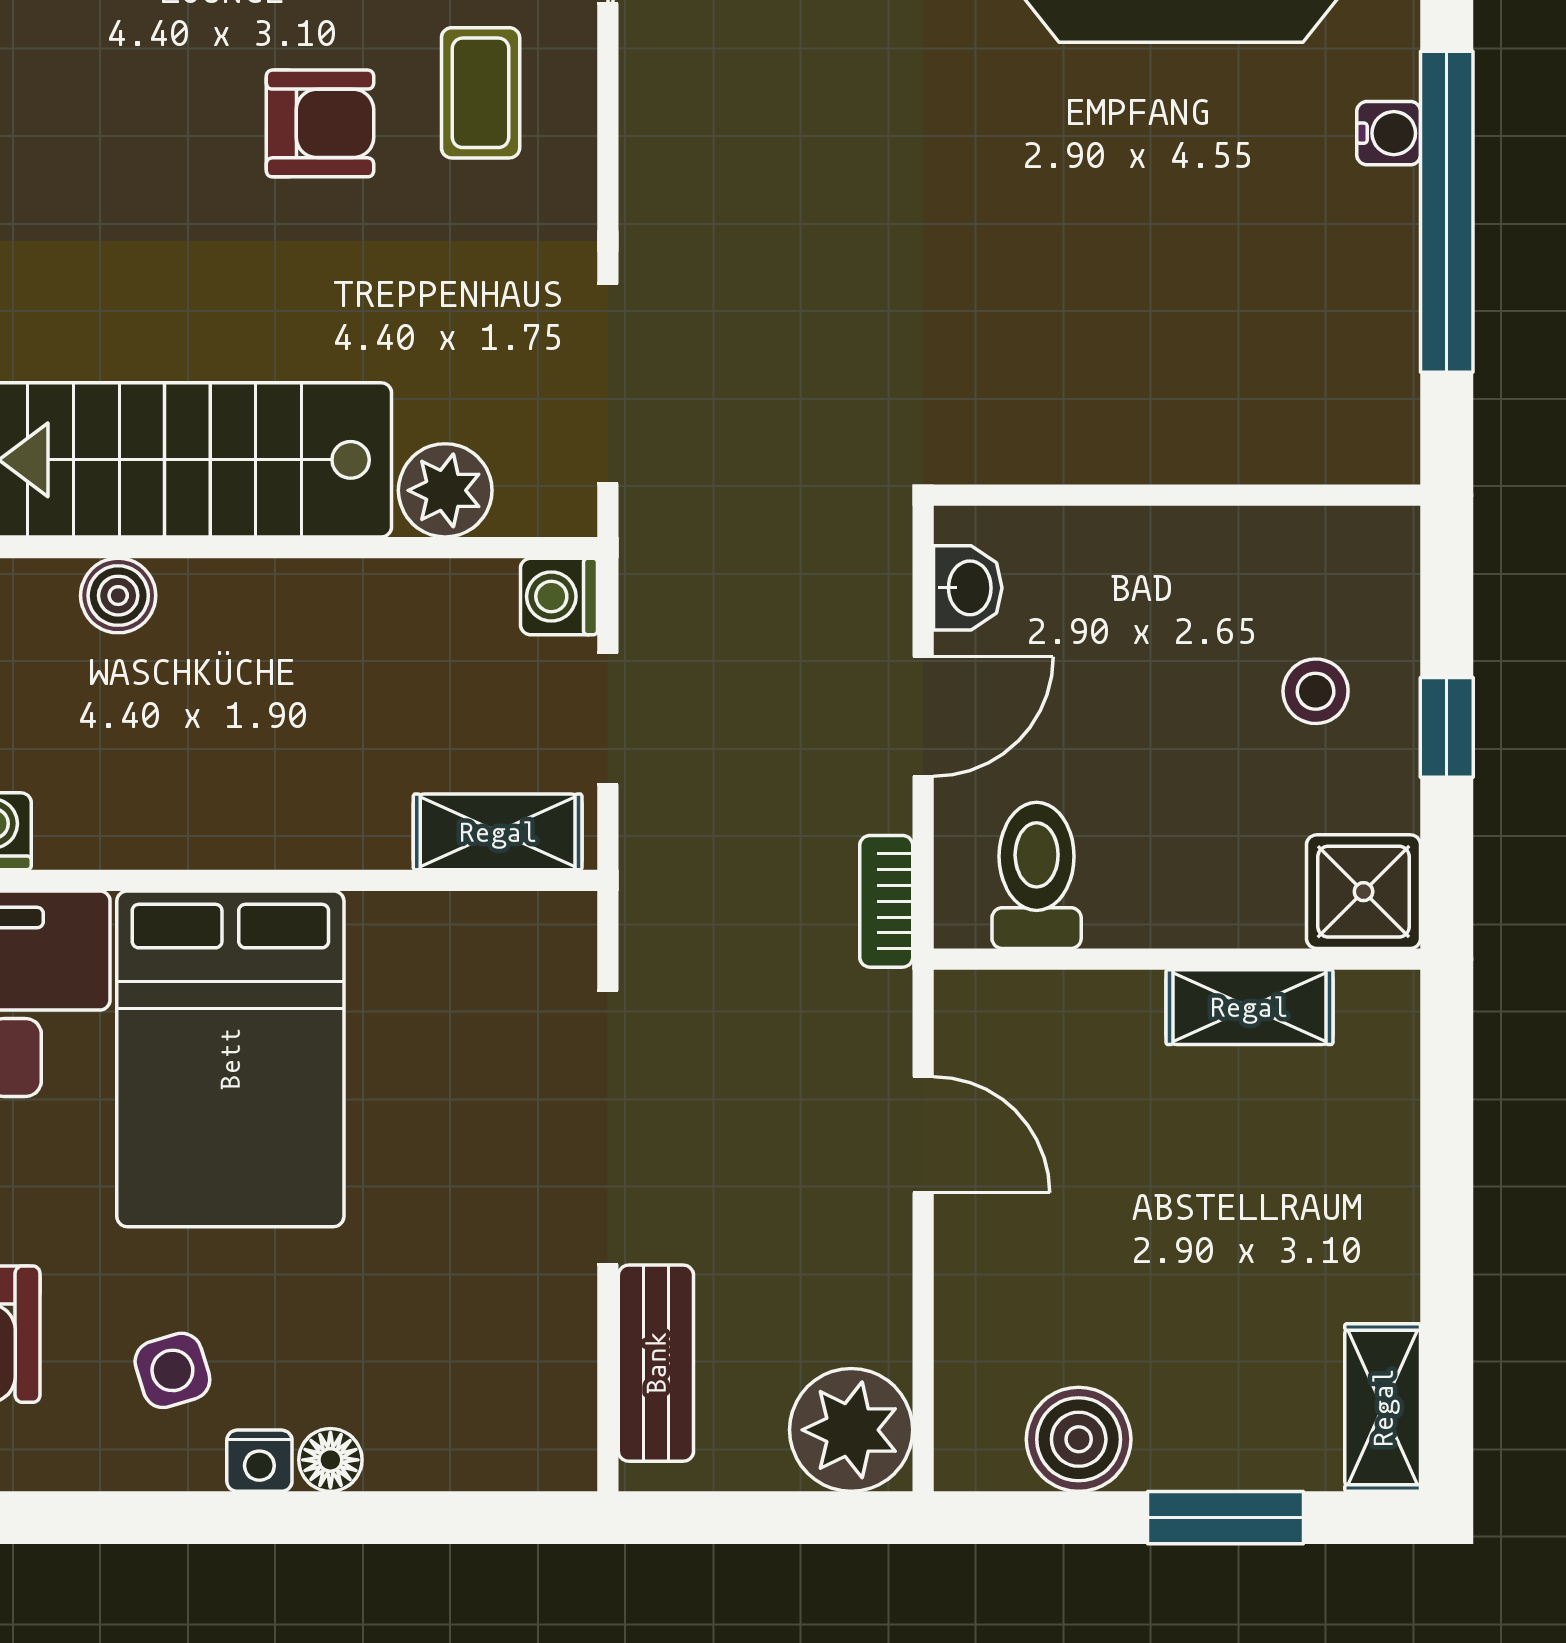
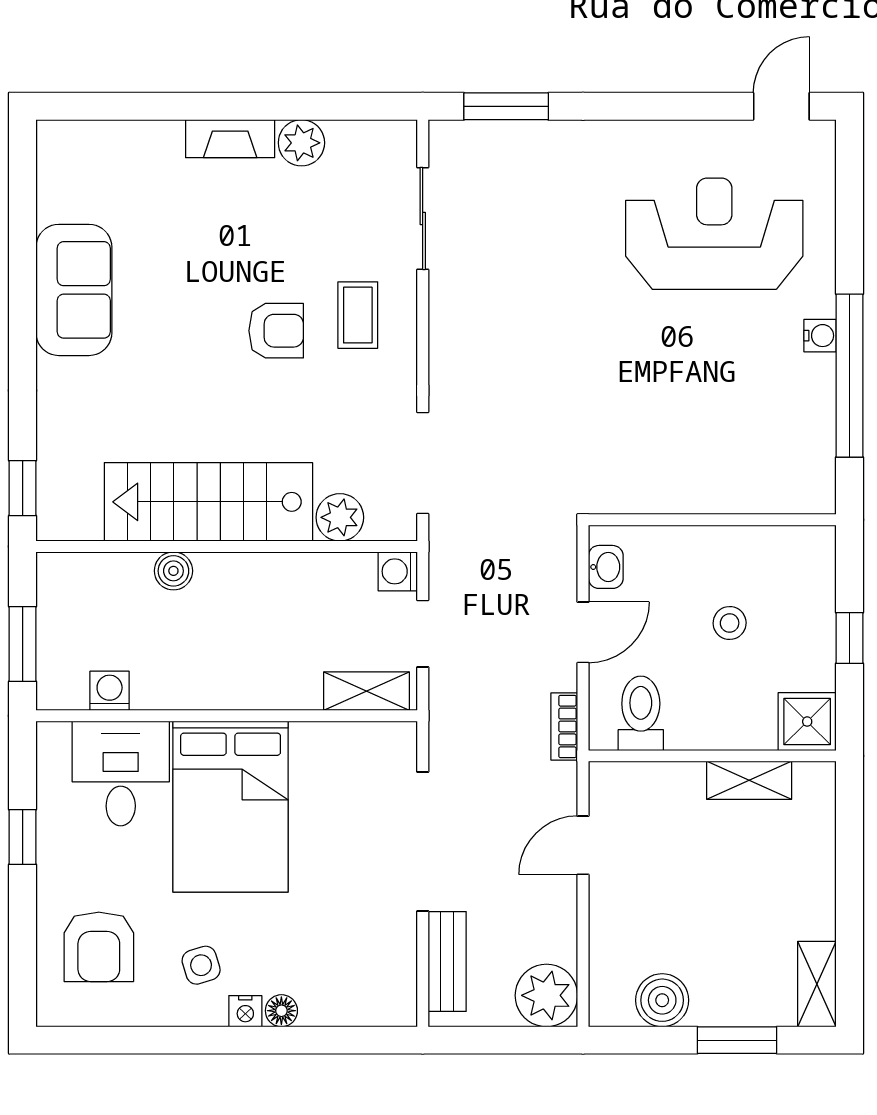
stool: (1316, 691) -> (730, 623), moved
door: (923, 1135) -> (583, 845), swing flipped

